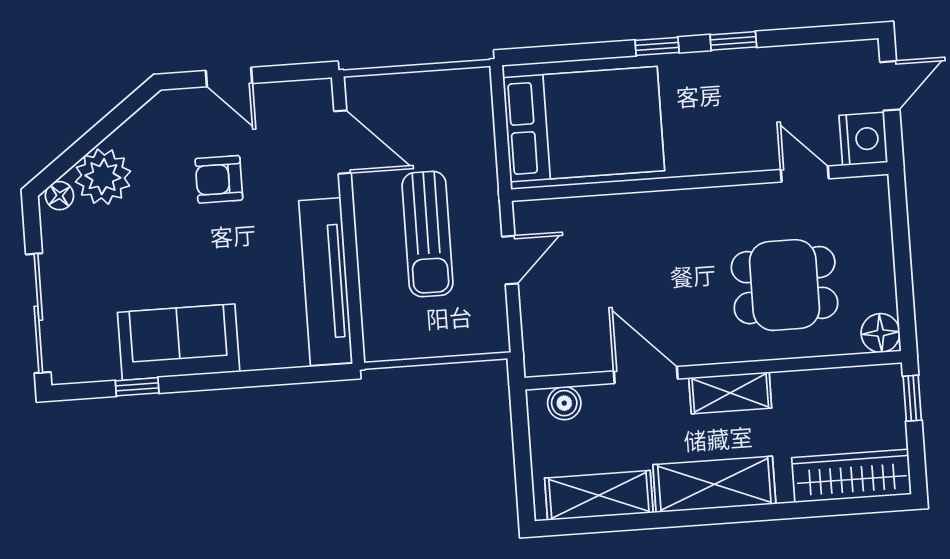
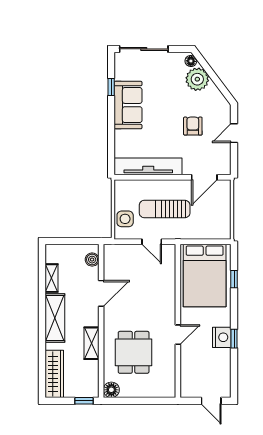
window: (657, 46) -> (234, 279), moved
nightstand: (863, 139) -> (222, 337), moved, turned -90
door: (805, 174) -> (178, 335), moved
side table: (459, 329) -> (125, 219), added
shelving: (730, 393) -> (91, 343), moved
shelving: (599, 495) -> (52, 278), width x0.67, depth x0.75

